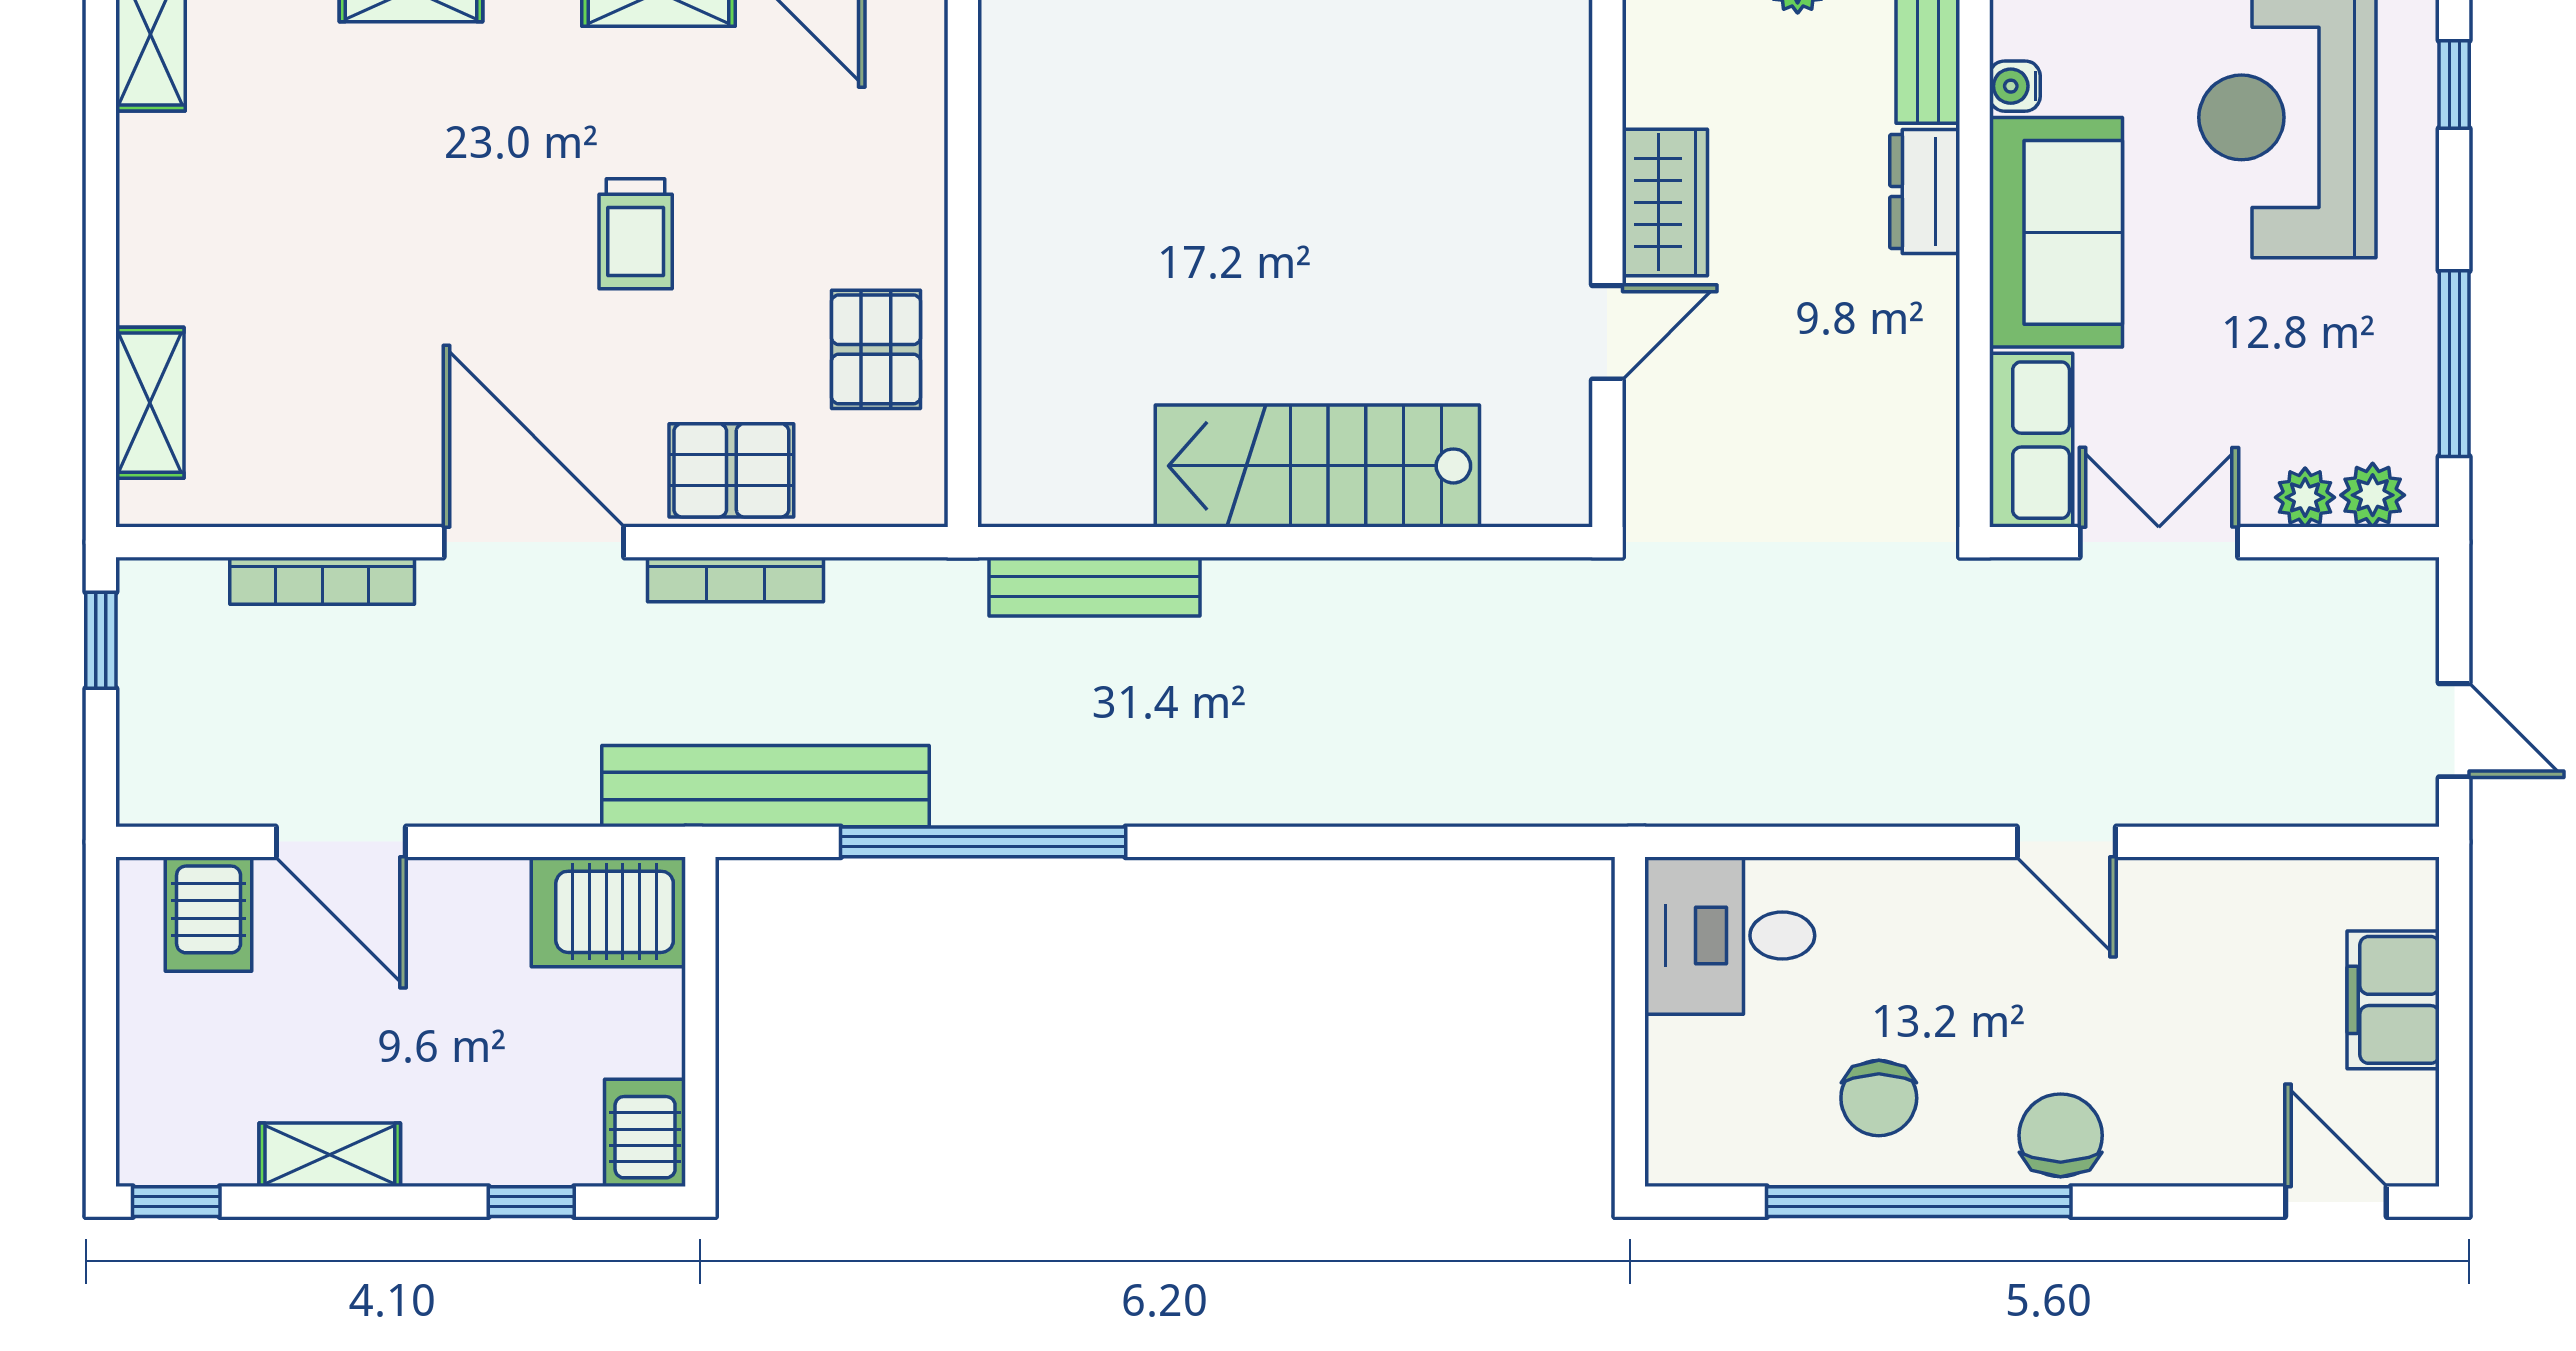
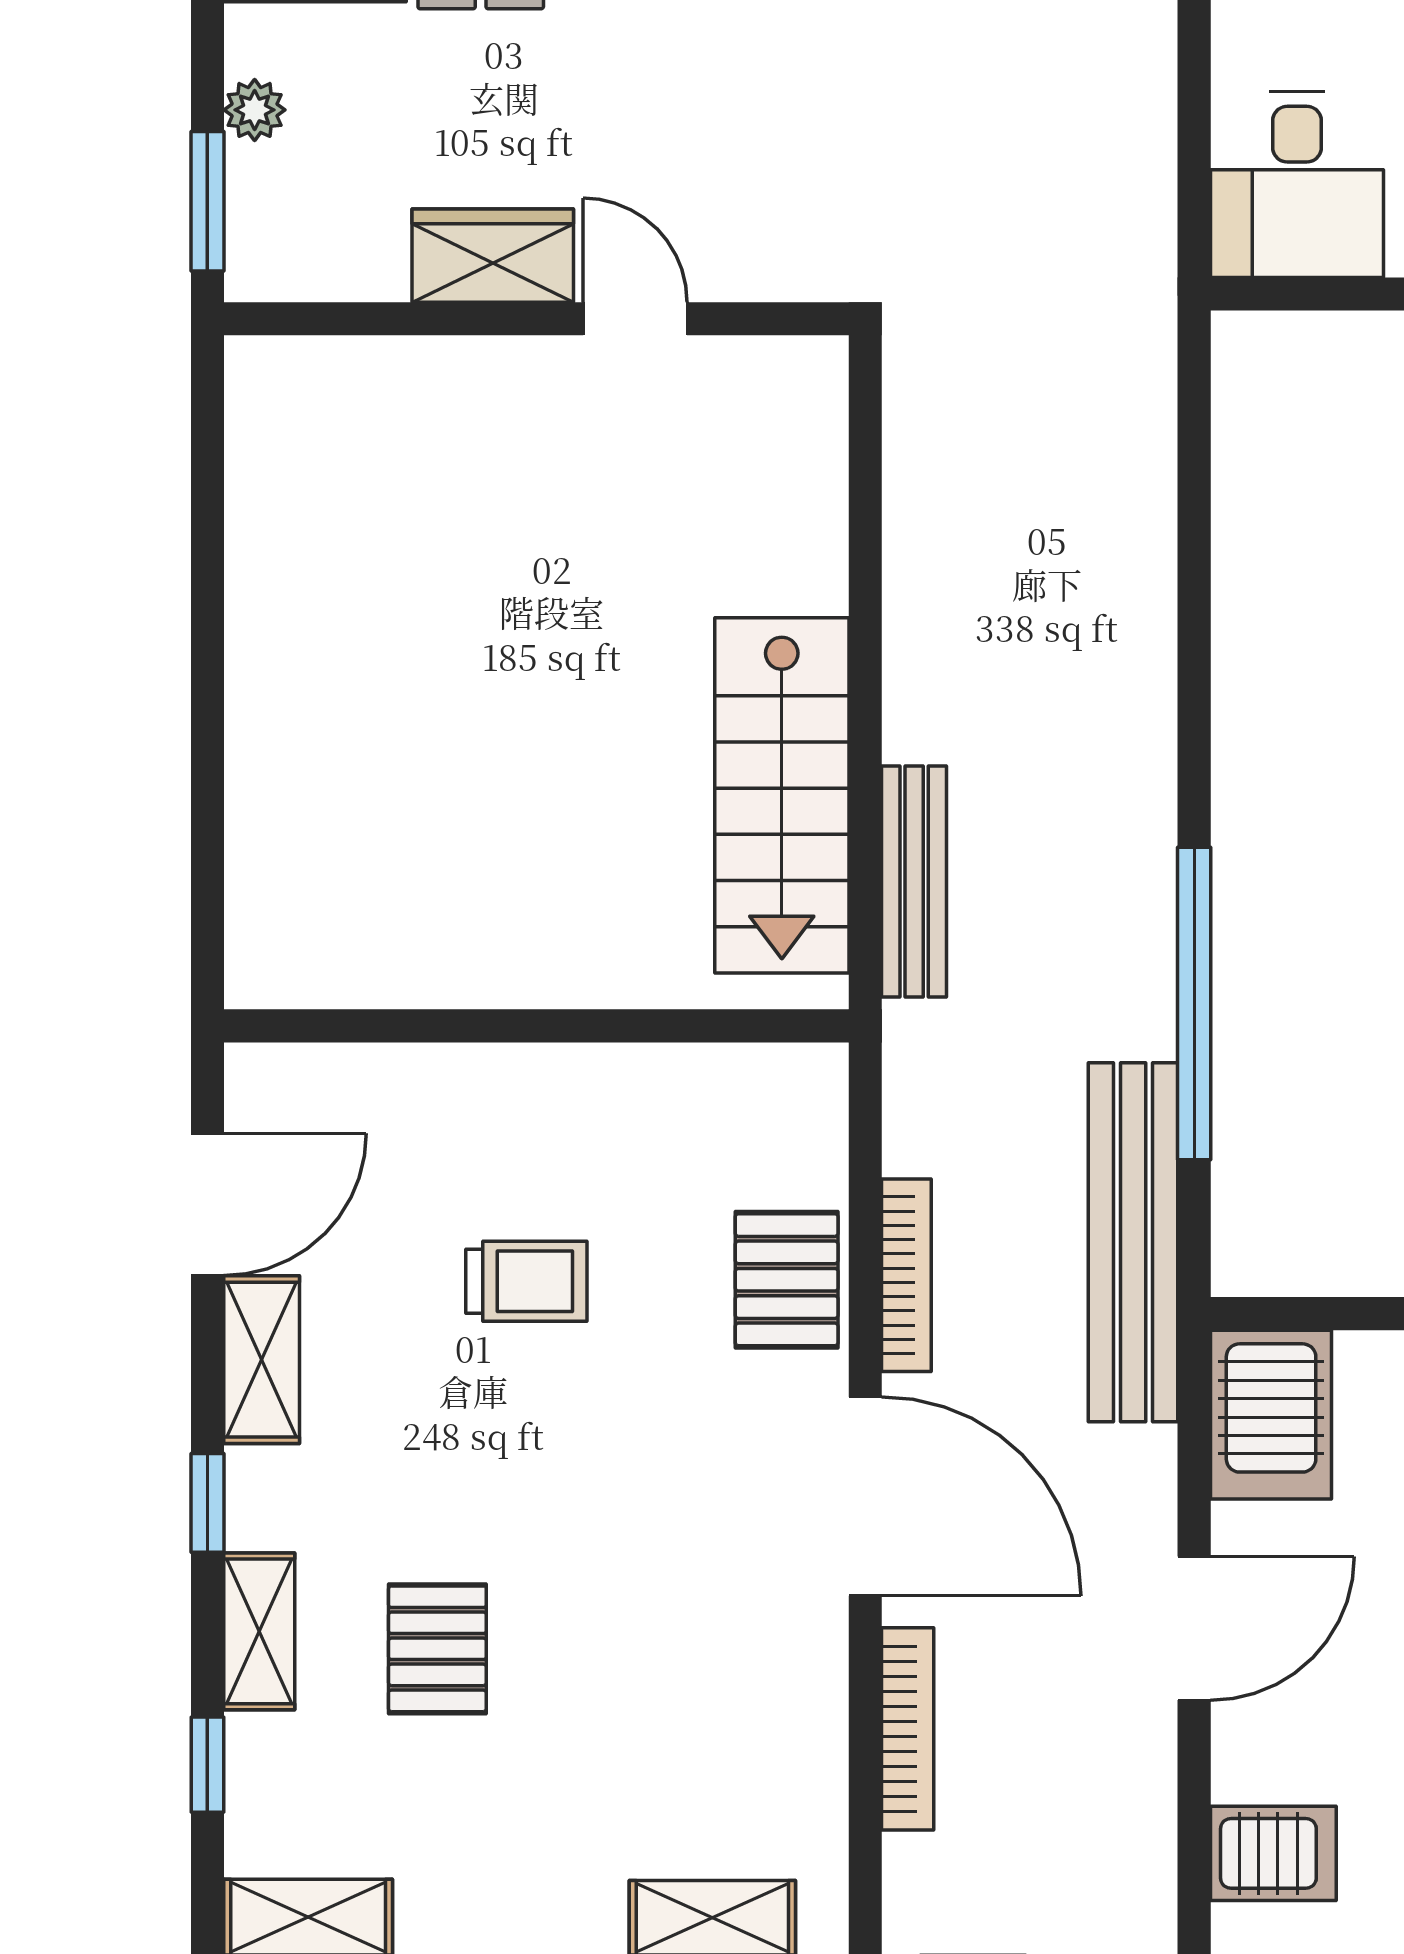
trolley: (636, 234) -> (526, 1281), moved
pallet: (876, 349) -> (437, 1649), moved, turned 90
stairs: (1317, 466) -> (782, 795), moved
door: (534, 542) -> (865, 1496), swing flipped
door: (341, 842) -> (1194, 1628), moved

